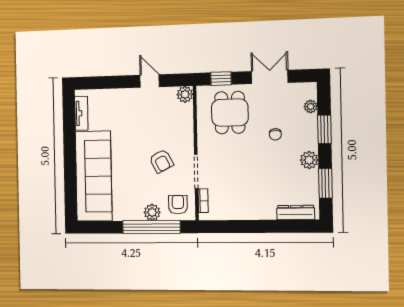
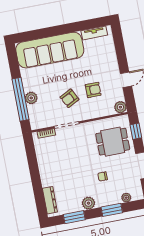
armchair: (178, 205) -> (93, 90), moved

